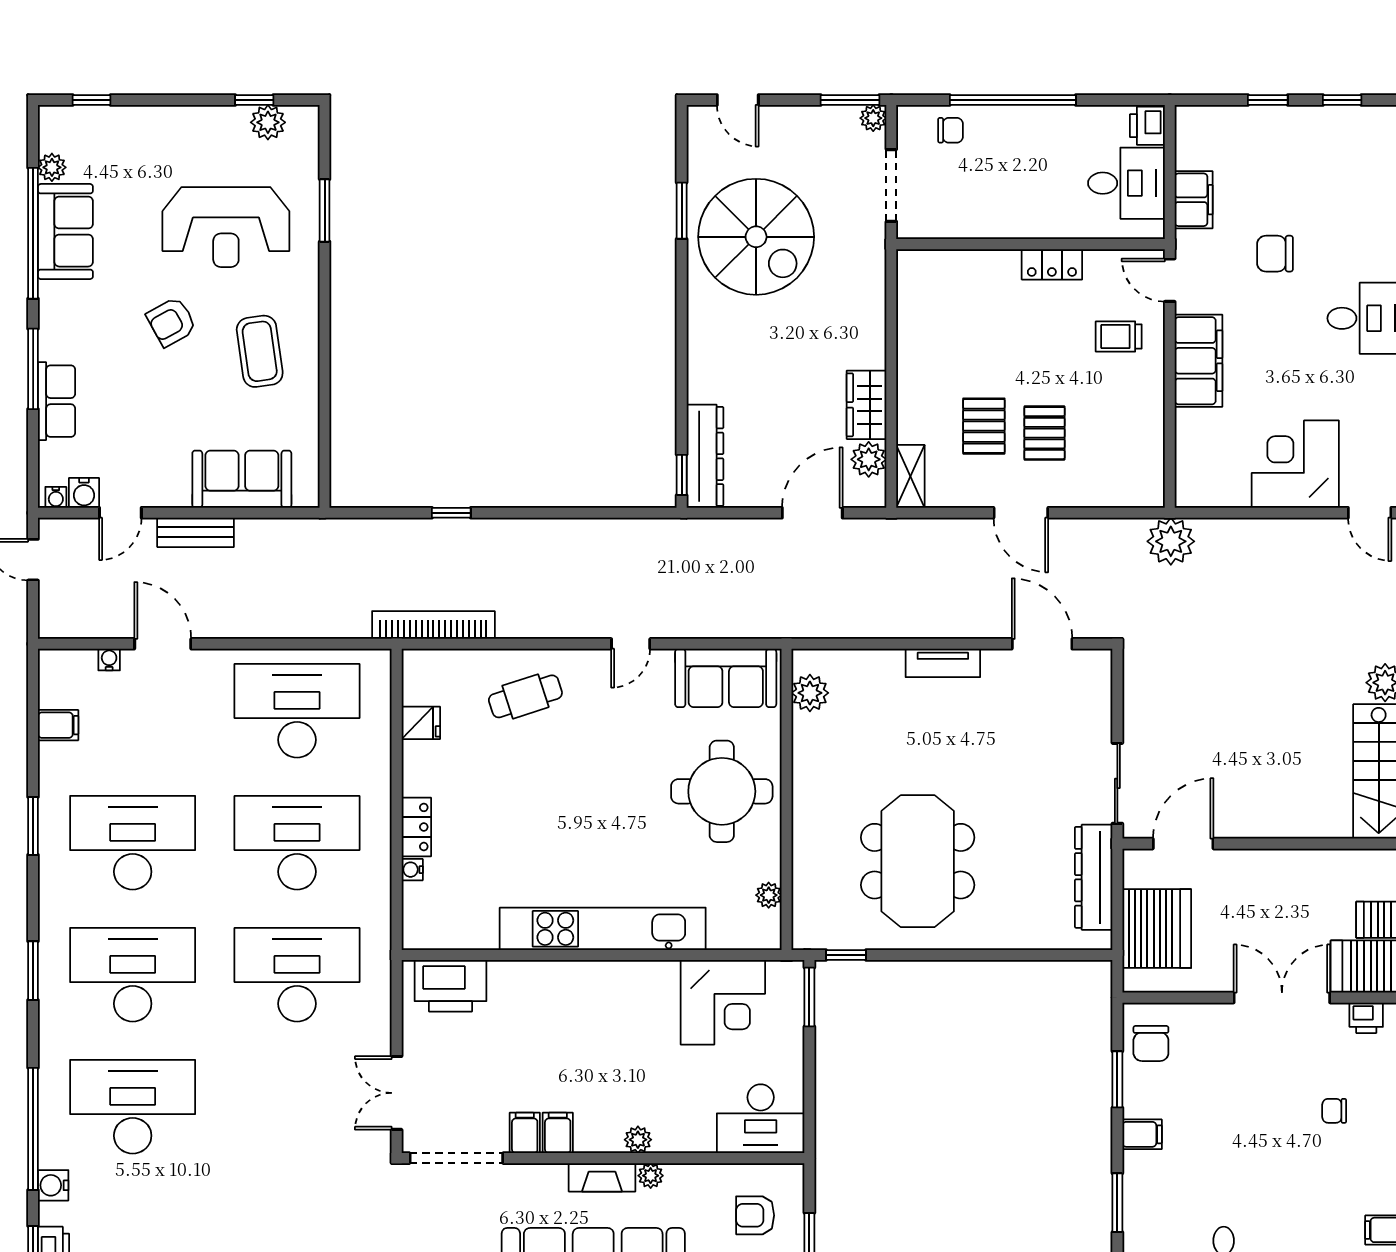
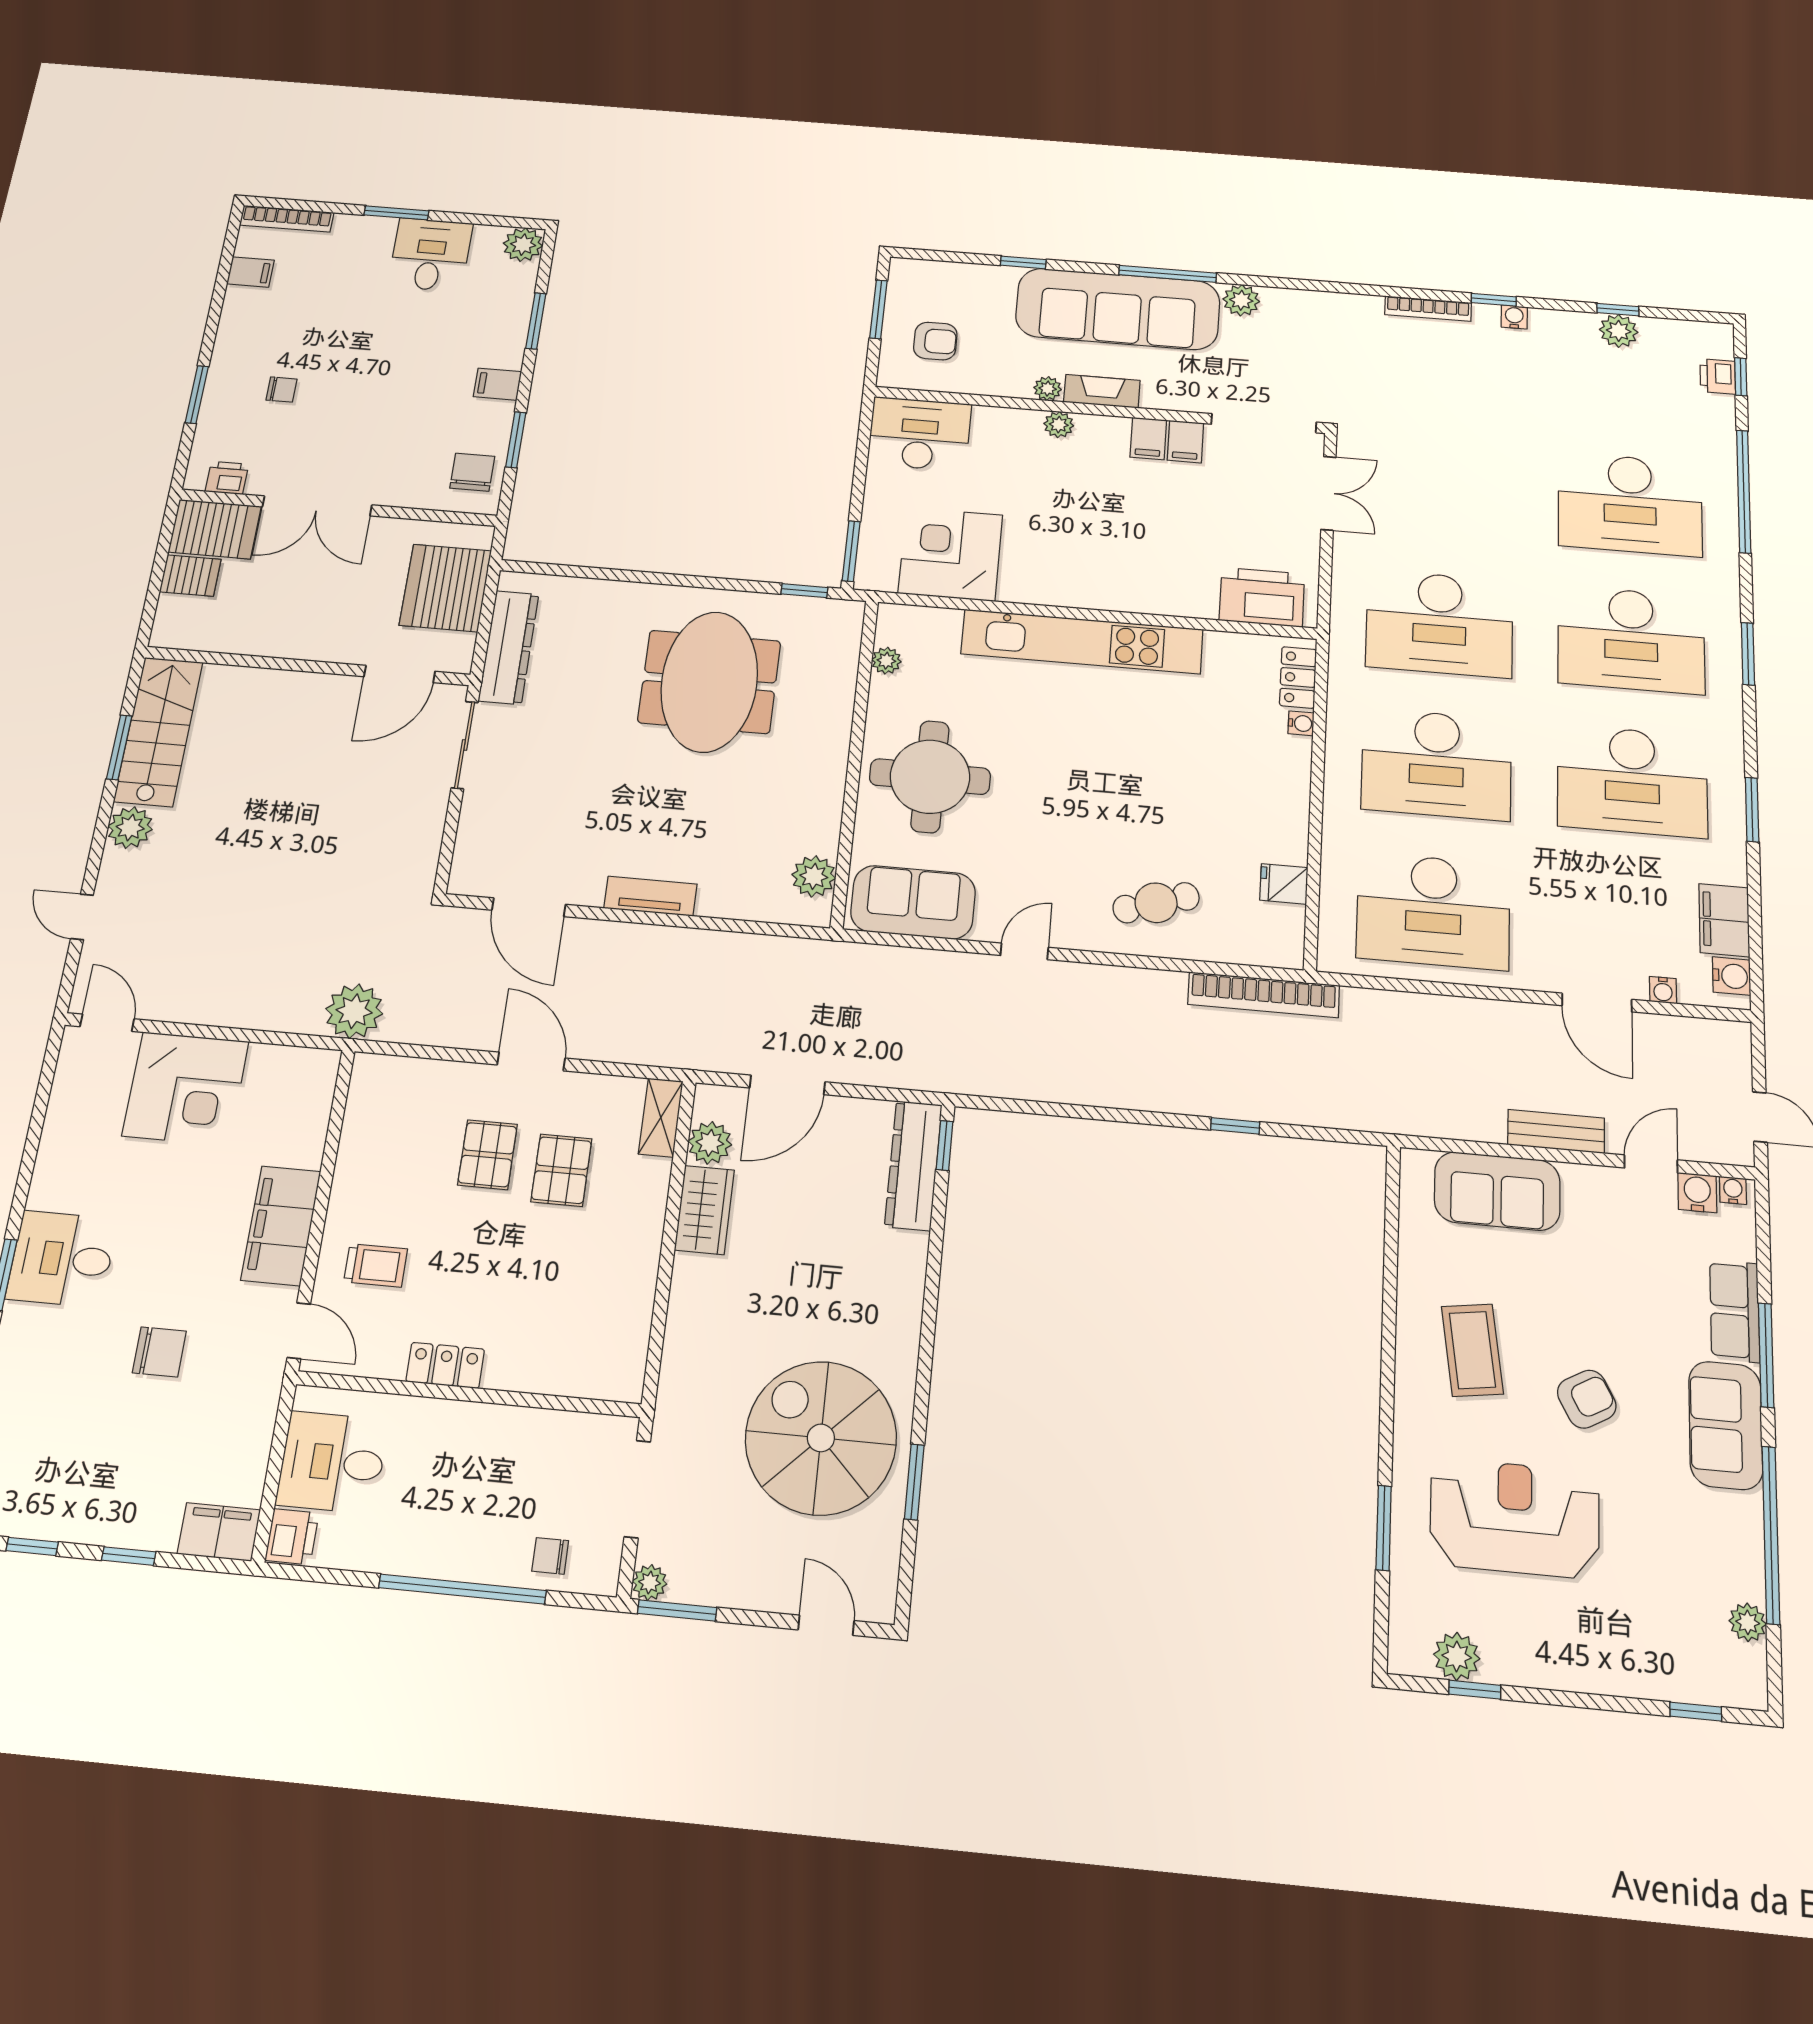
filing cabinet: (1194, 200) -> (219, 1532), moved, turned 90
sofa: (65, 232) -> (1726, 1425), moved
filing cabinet: (58, 725) -> (1724, 920), width x2.00
locker: (416, 827) -> (1298, 677), moved
water cooler: (53, 1185) -> (1732, 976), moved

